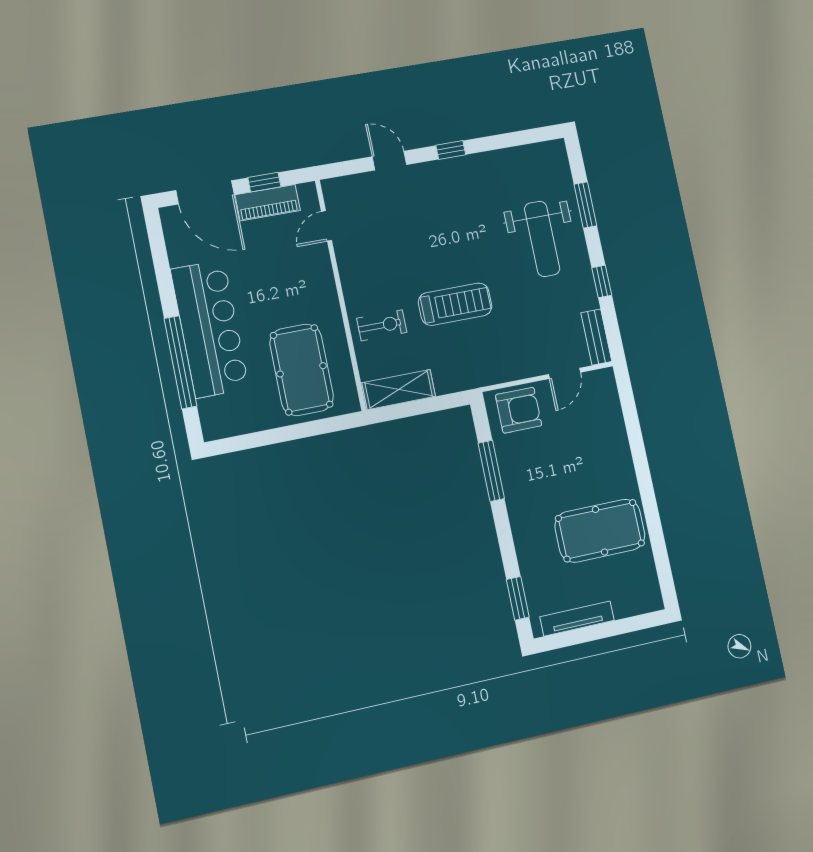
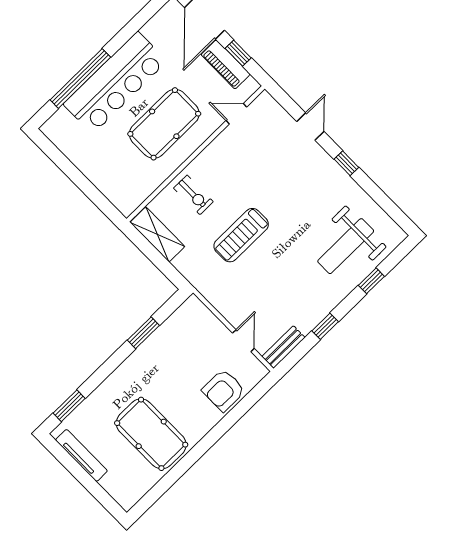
window: (585, 205) -> (371, 281), width x0.67
weight bench: (542, 239) -> (346, 246), moved
treadmill: (455, 304) -> (241, 235), turned 90
pool table: (302, 370) -> (164, 124), moved
door: (565, 373) -> (243, 341), swing flipped
armchair: (519, 410) -> (224, 390), moved, turned 90
window: (491, 471) -> (143, 333), width x0.69

